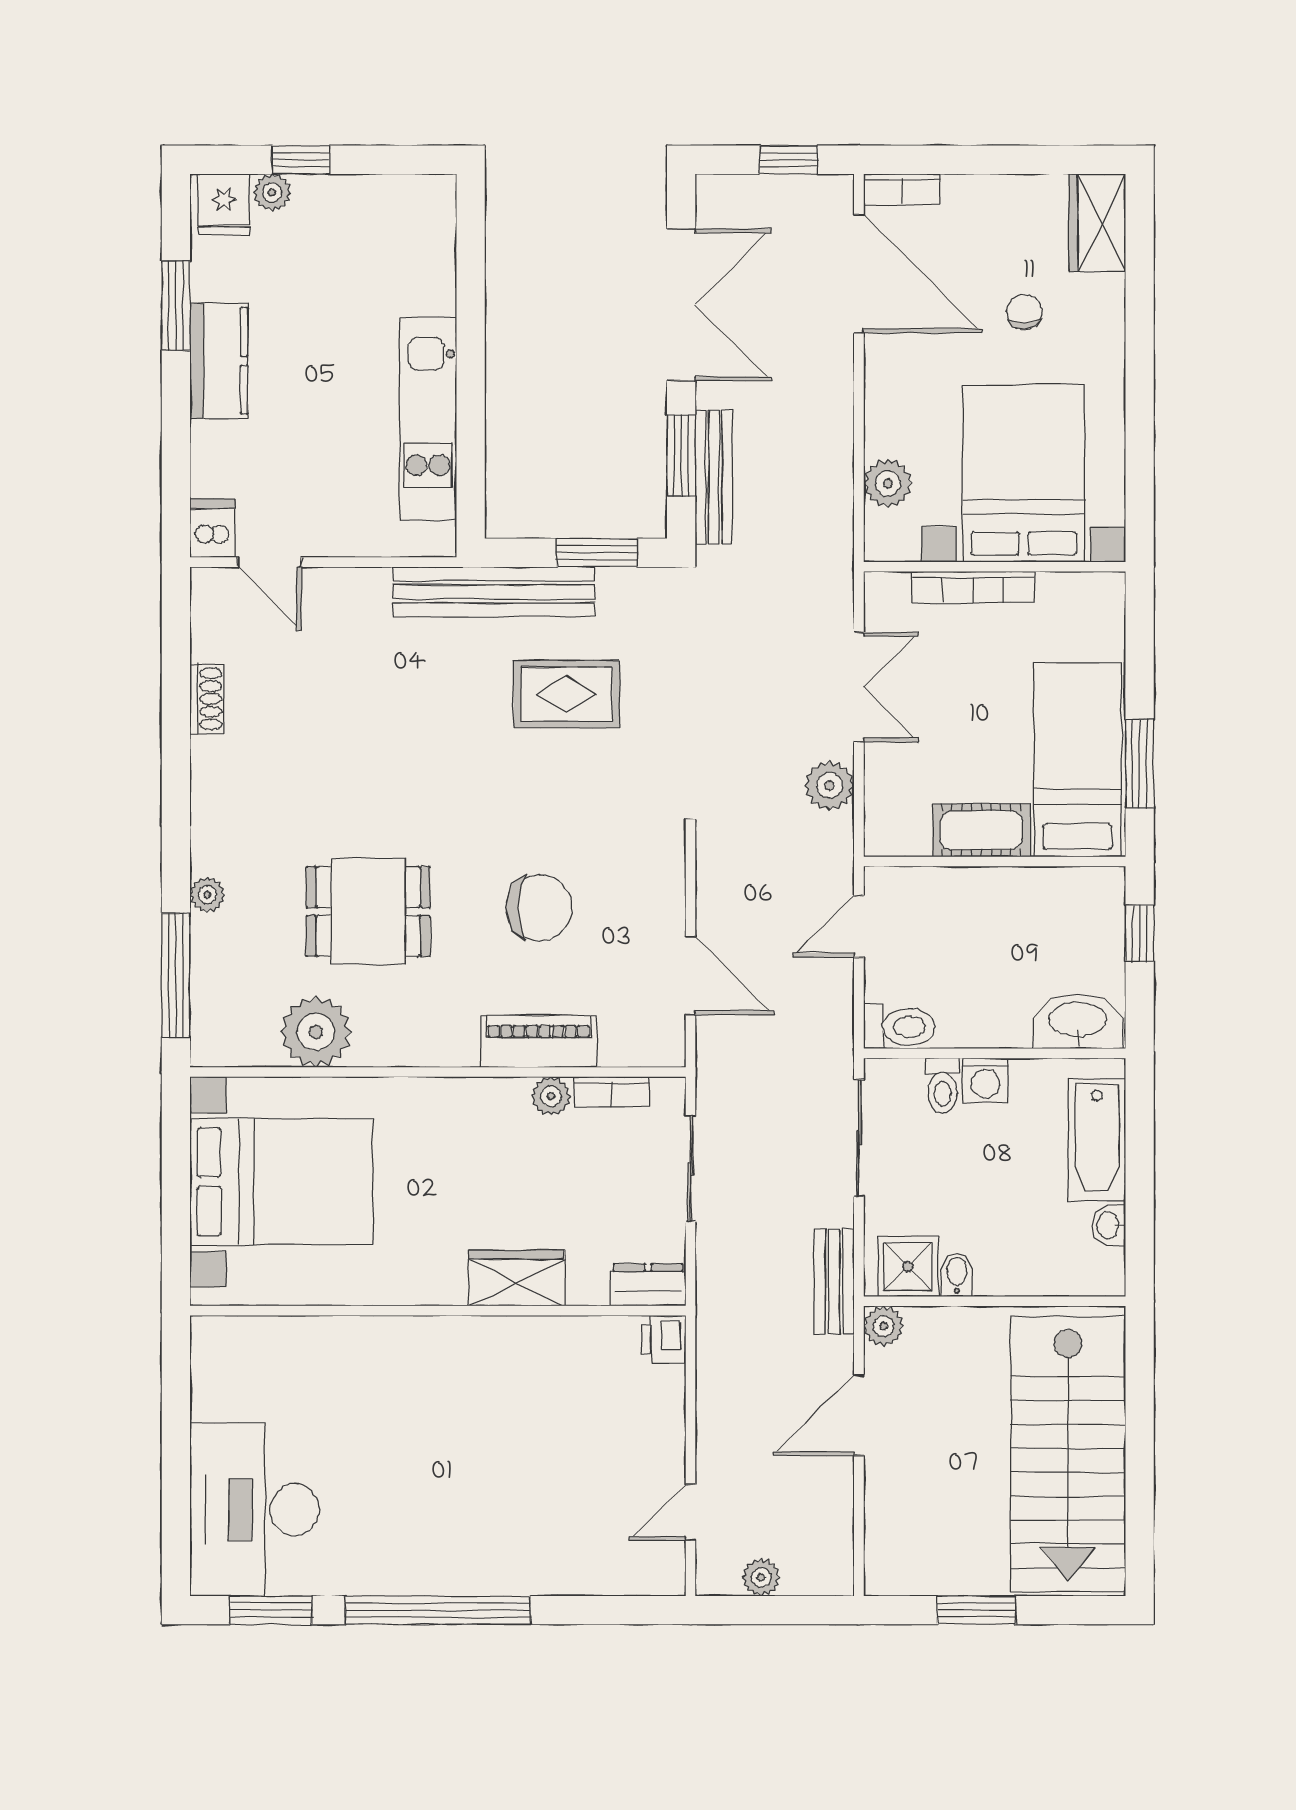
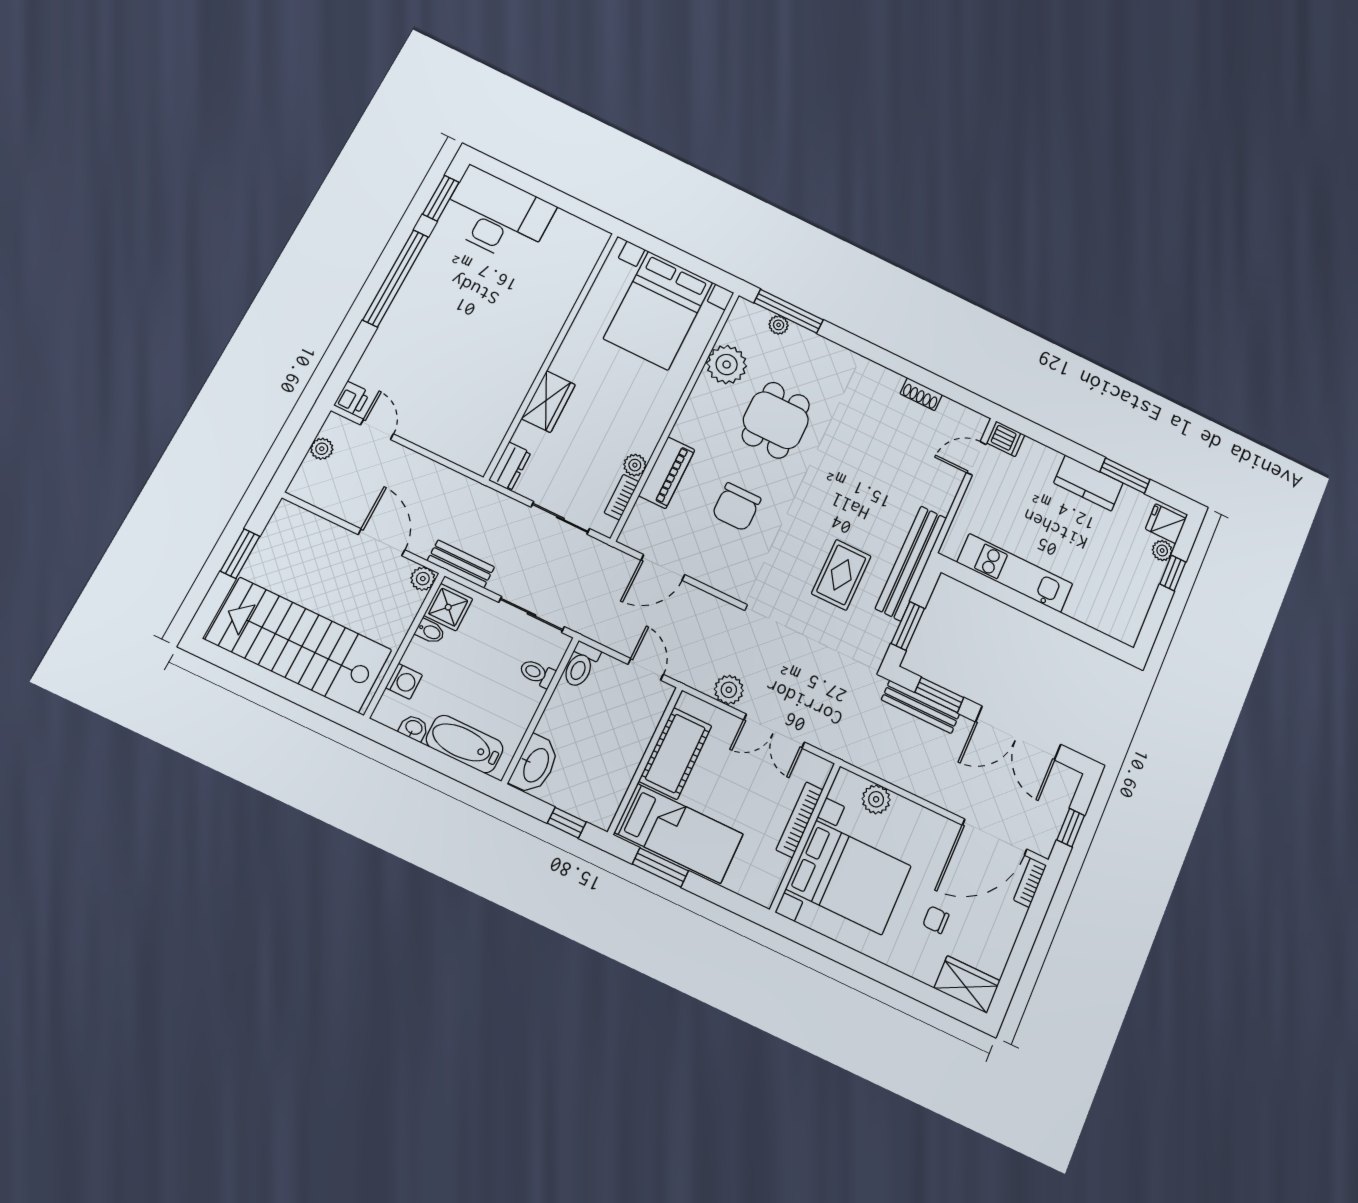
chair: (1024, 312) -> (936, 920), turned 180
cot: (981, 830) -> (675, 753), width x1.37, depth x1.34
plant: (207, 895) -> (779, 325), moved
washing machine: (985, 1080) -> (404, 681), moved, turned 180
printer: (664, 1339) -> (352, 399), moved, turned 90

